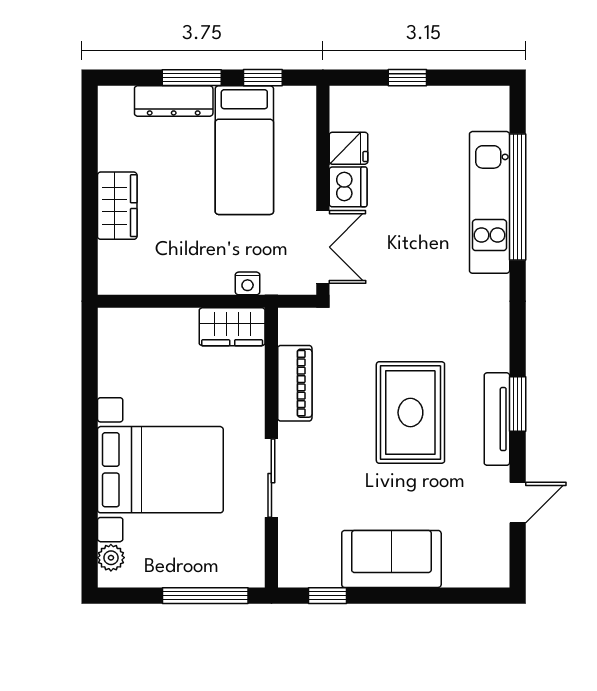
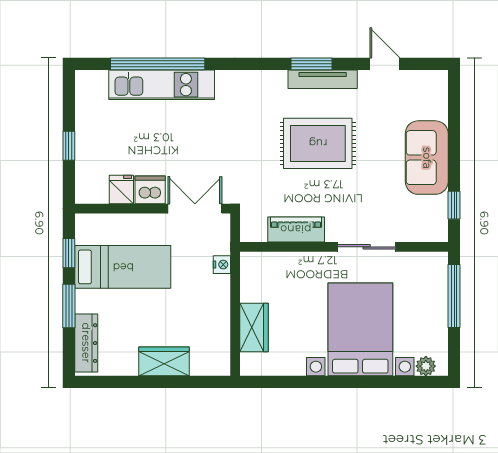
dresser: (174, 101) -> (86, 343), moved
wardrobe: (232, 327) -> (254, 328), moved

